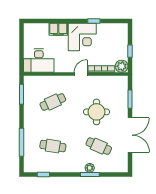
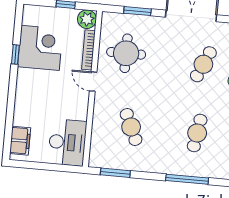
filing cabinet: (58, 29) -> (20, 141), moved
corner desk: (82, 37) -> (40, 48), moved
round table: (96, 112) -> (126, 53), moved

